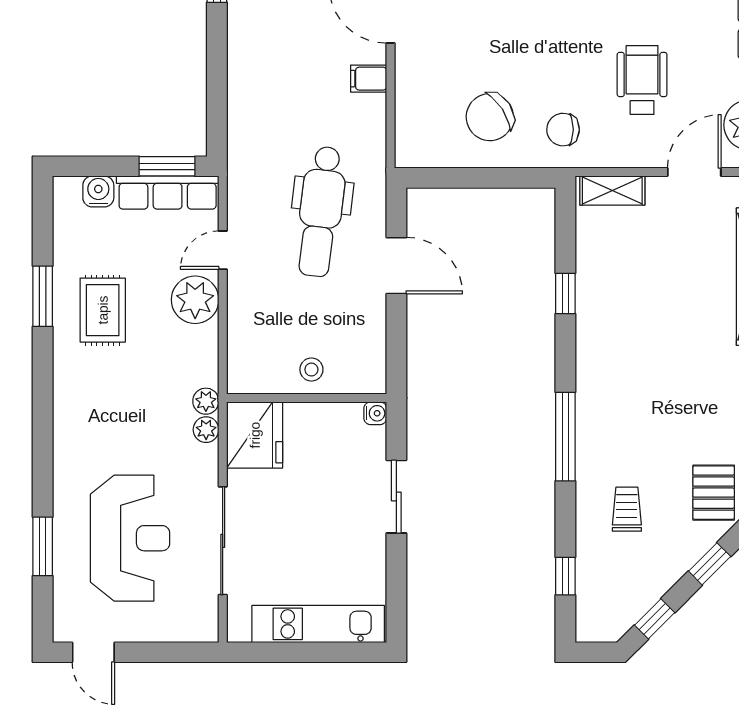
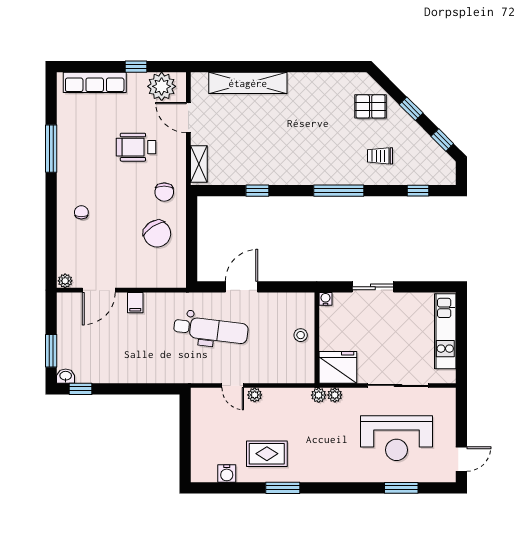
window: (167, 166) -> (185, 417), removed
water cooler: (98, 191) -> (227, 474), moved, turned -90
row of seats: (168, 193) -> (200, 417), removed
window: (43, 296) -> (283, 488), moved
plant: (195, 300) -> (255, 395), width x0.53, depth x0.53
reception desk: (130, 538) -> (396, 438), turned 180

